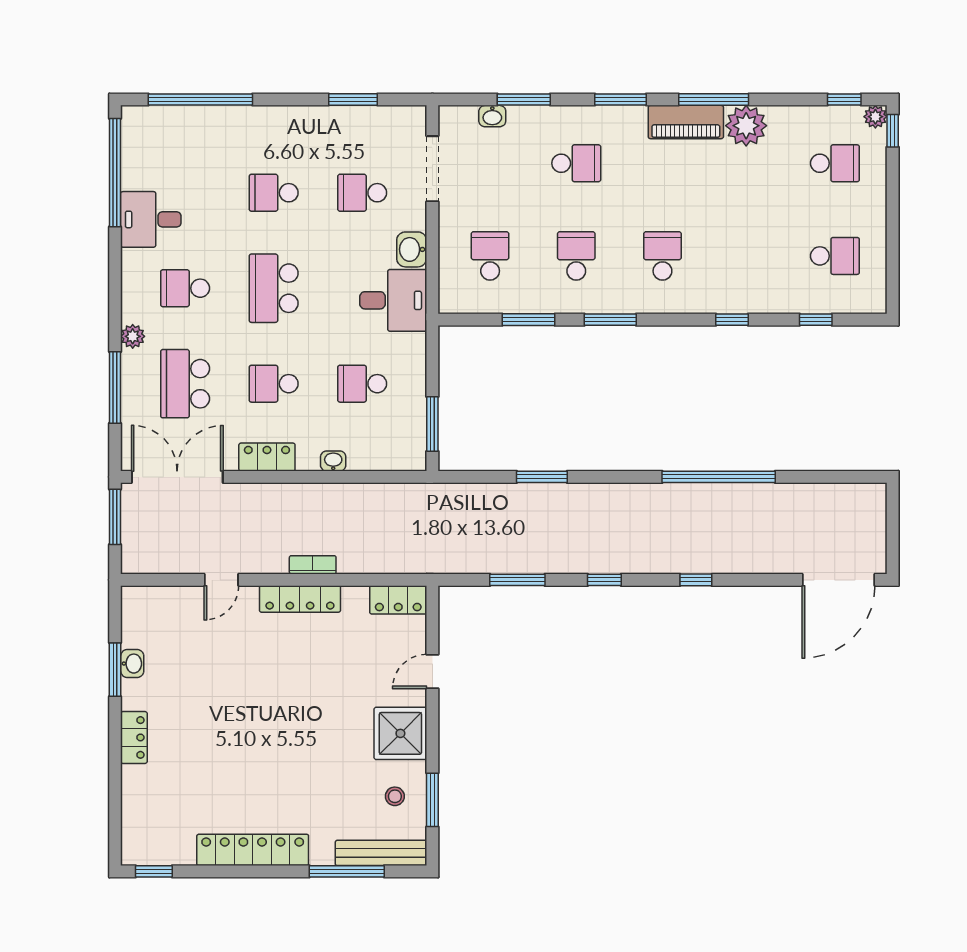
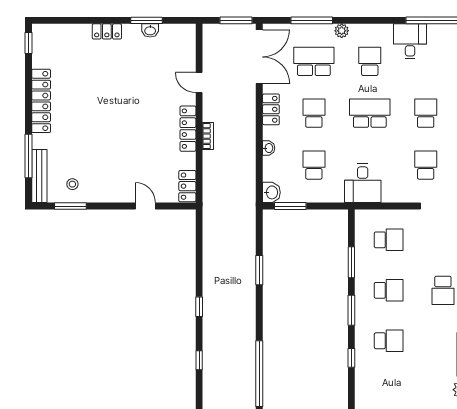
washbasin: (412, 249) -> (271, 192), moved, turned 90
window: (732, 320) -> (351, 358), moved
window: (517, 580) -> (199, 256), removed
shower: (400, 733) -> (109, 187), removed

